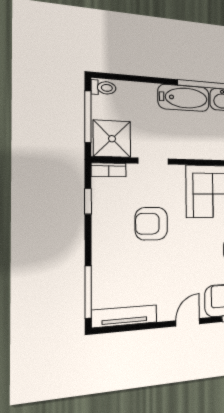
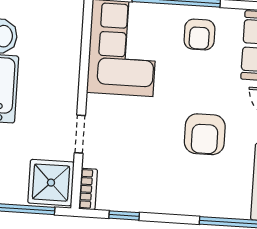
armchair: (151, 224) -> (205, 134), moved

